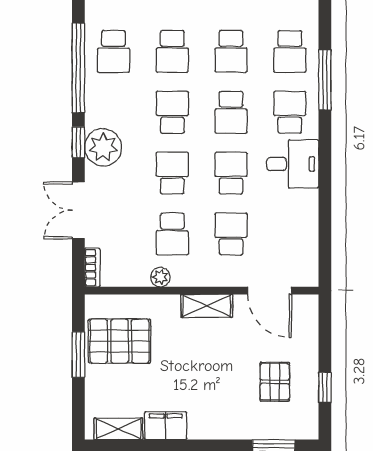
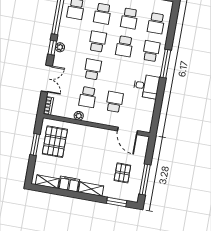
window: (325, 80) -> (165, 64), moved
plant: (103, 147) -> (60, 47), width x0.53, depth x0.53
desk: (293, 164) -> (146, 86), moved
school desk: (231, 173) -> (119, 74), removed
double door: (78, 210) -> (47, 79), swing flipped
shelving: (207, 306) -> (91, 189), moved
pallet: (119, 341) -> (55, 142), turned 90
window: (325, 387) -> (145, 179), width x2.17

